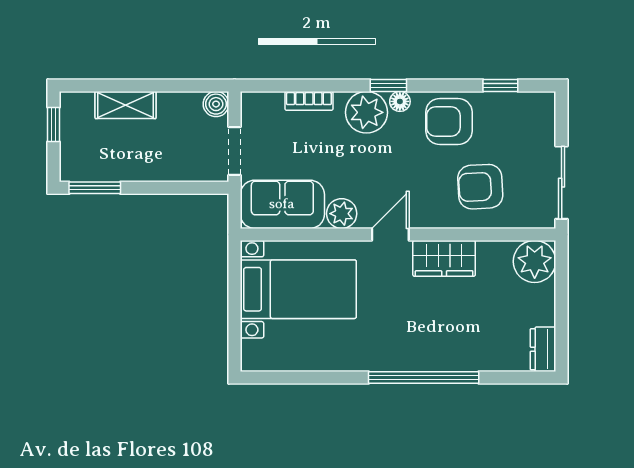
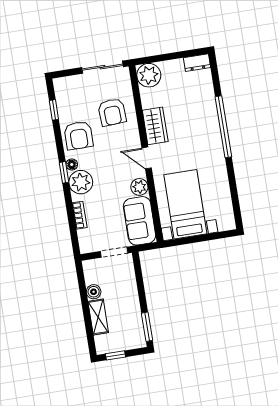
boiler: (216, 104) -> (94, 292), moved

